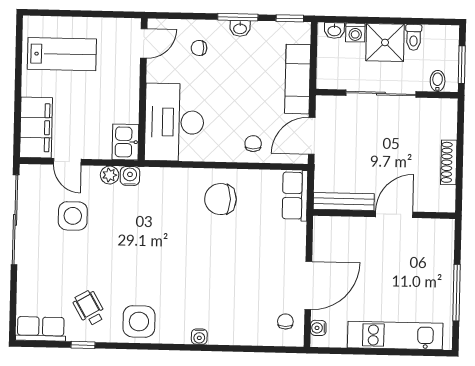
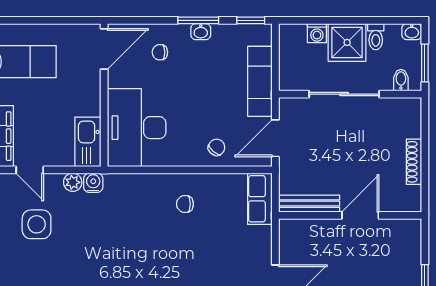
washbasin: (334, 30) -> (412, 32), moved
door: (144, 43) -> (104, 49), width x1.38
kitchen sink: (125, 142) -> (88, 142), width x1.38
chair: (253, 144) -> (217, 147), turned 41
chair: (220, 199) -> (185, 204), width x0.54, depth x0.54

